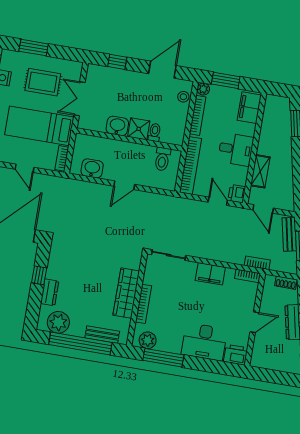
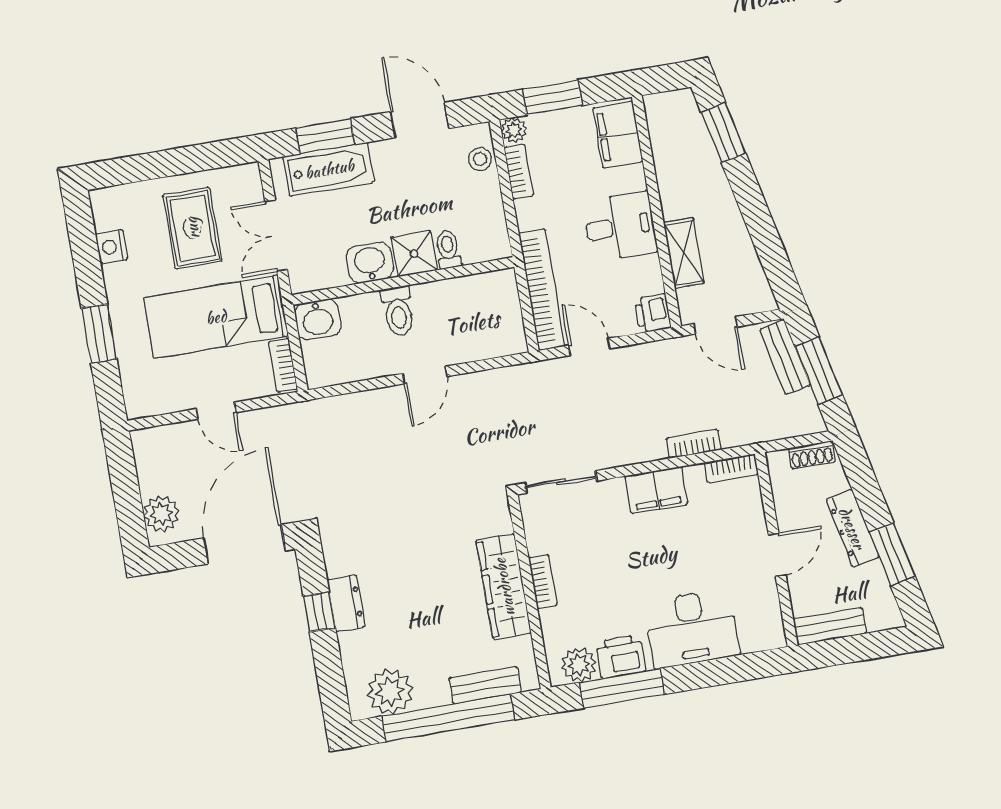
window: (34, 48) -> (150, 166), removed
window: (117, 62) -> (325, 136), width x1.50
door: (162, 70) -> (420, 120), hinge flipped
bathtub: (114, 77) -> (329, 169), added
rug: (43, 82) -> (192, 228), turned 90
bookcase: (198, 115) -> (519, 172), width x0.64
toilet: (162, 159) -> (398, 311), moved
washbasin: (92, 168) -> (318, 319), moved, turned 180
door: (218, 201) -> (589, 347), moved
bookcase: (257, 263) -> (694, 444), moved
dresser: (50, 292) -> (346, 603), moved
bookcase: (144, 304) -> (543, 582), width x0.64
printer: (236, 355) -> (621, 656), moved
bench: (267, 363) -> (830, 626), added

